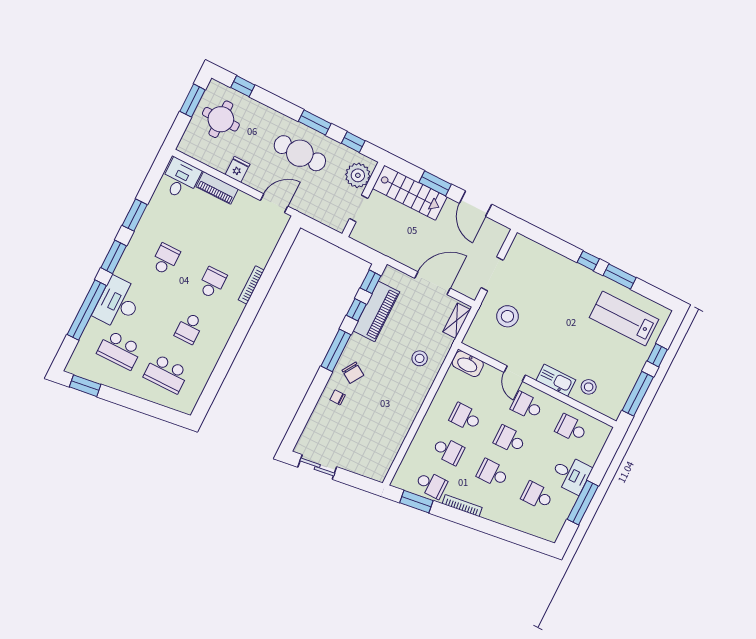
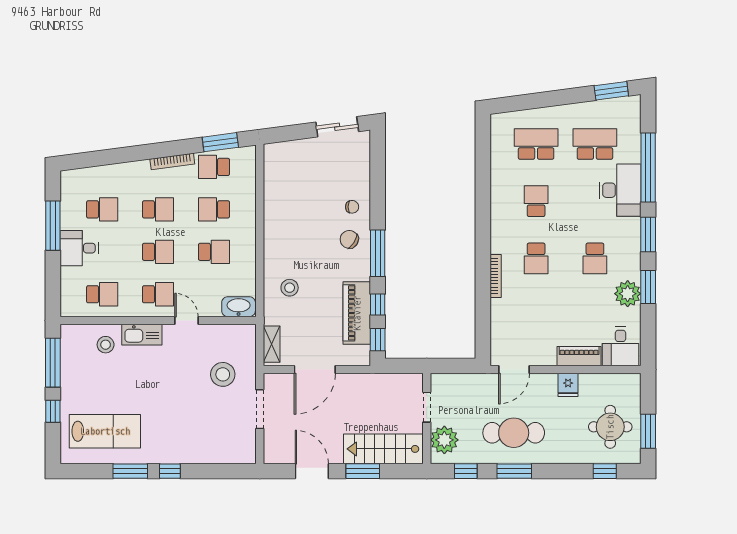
plant: (154, 218) -> (628, 294), added

